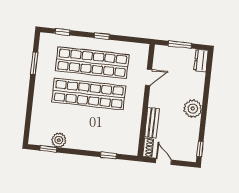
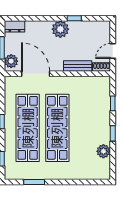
plant: (165, 53) -> (11, 61), added
door: (149, 77) -> (36, 74), width x1.87
window: (48, 149) -> (113, 133), moved
window: (200, 149) -> (74, 18), moved

